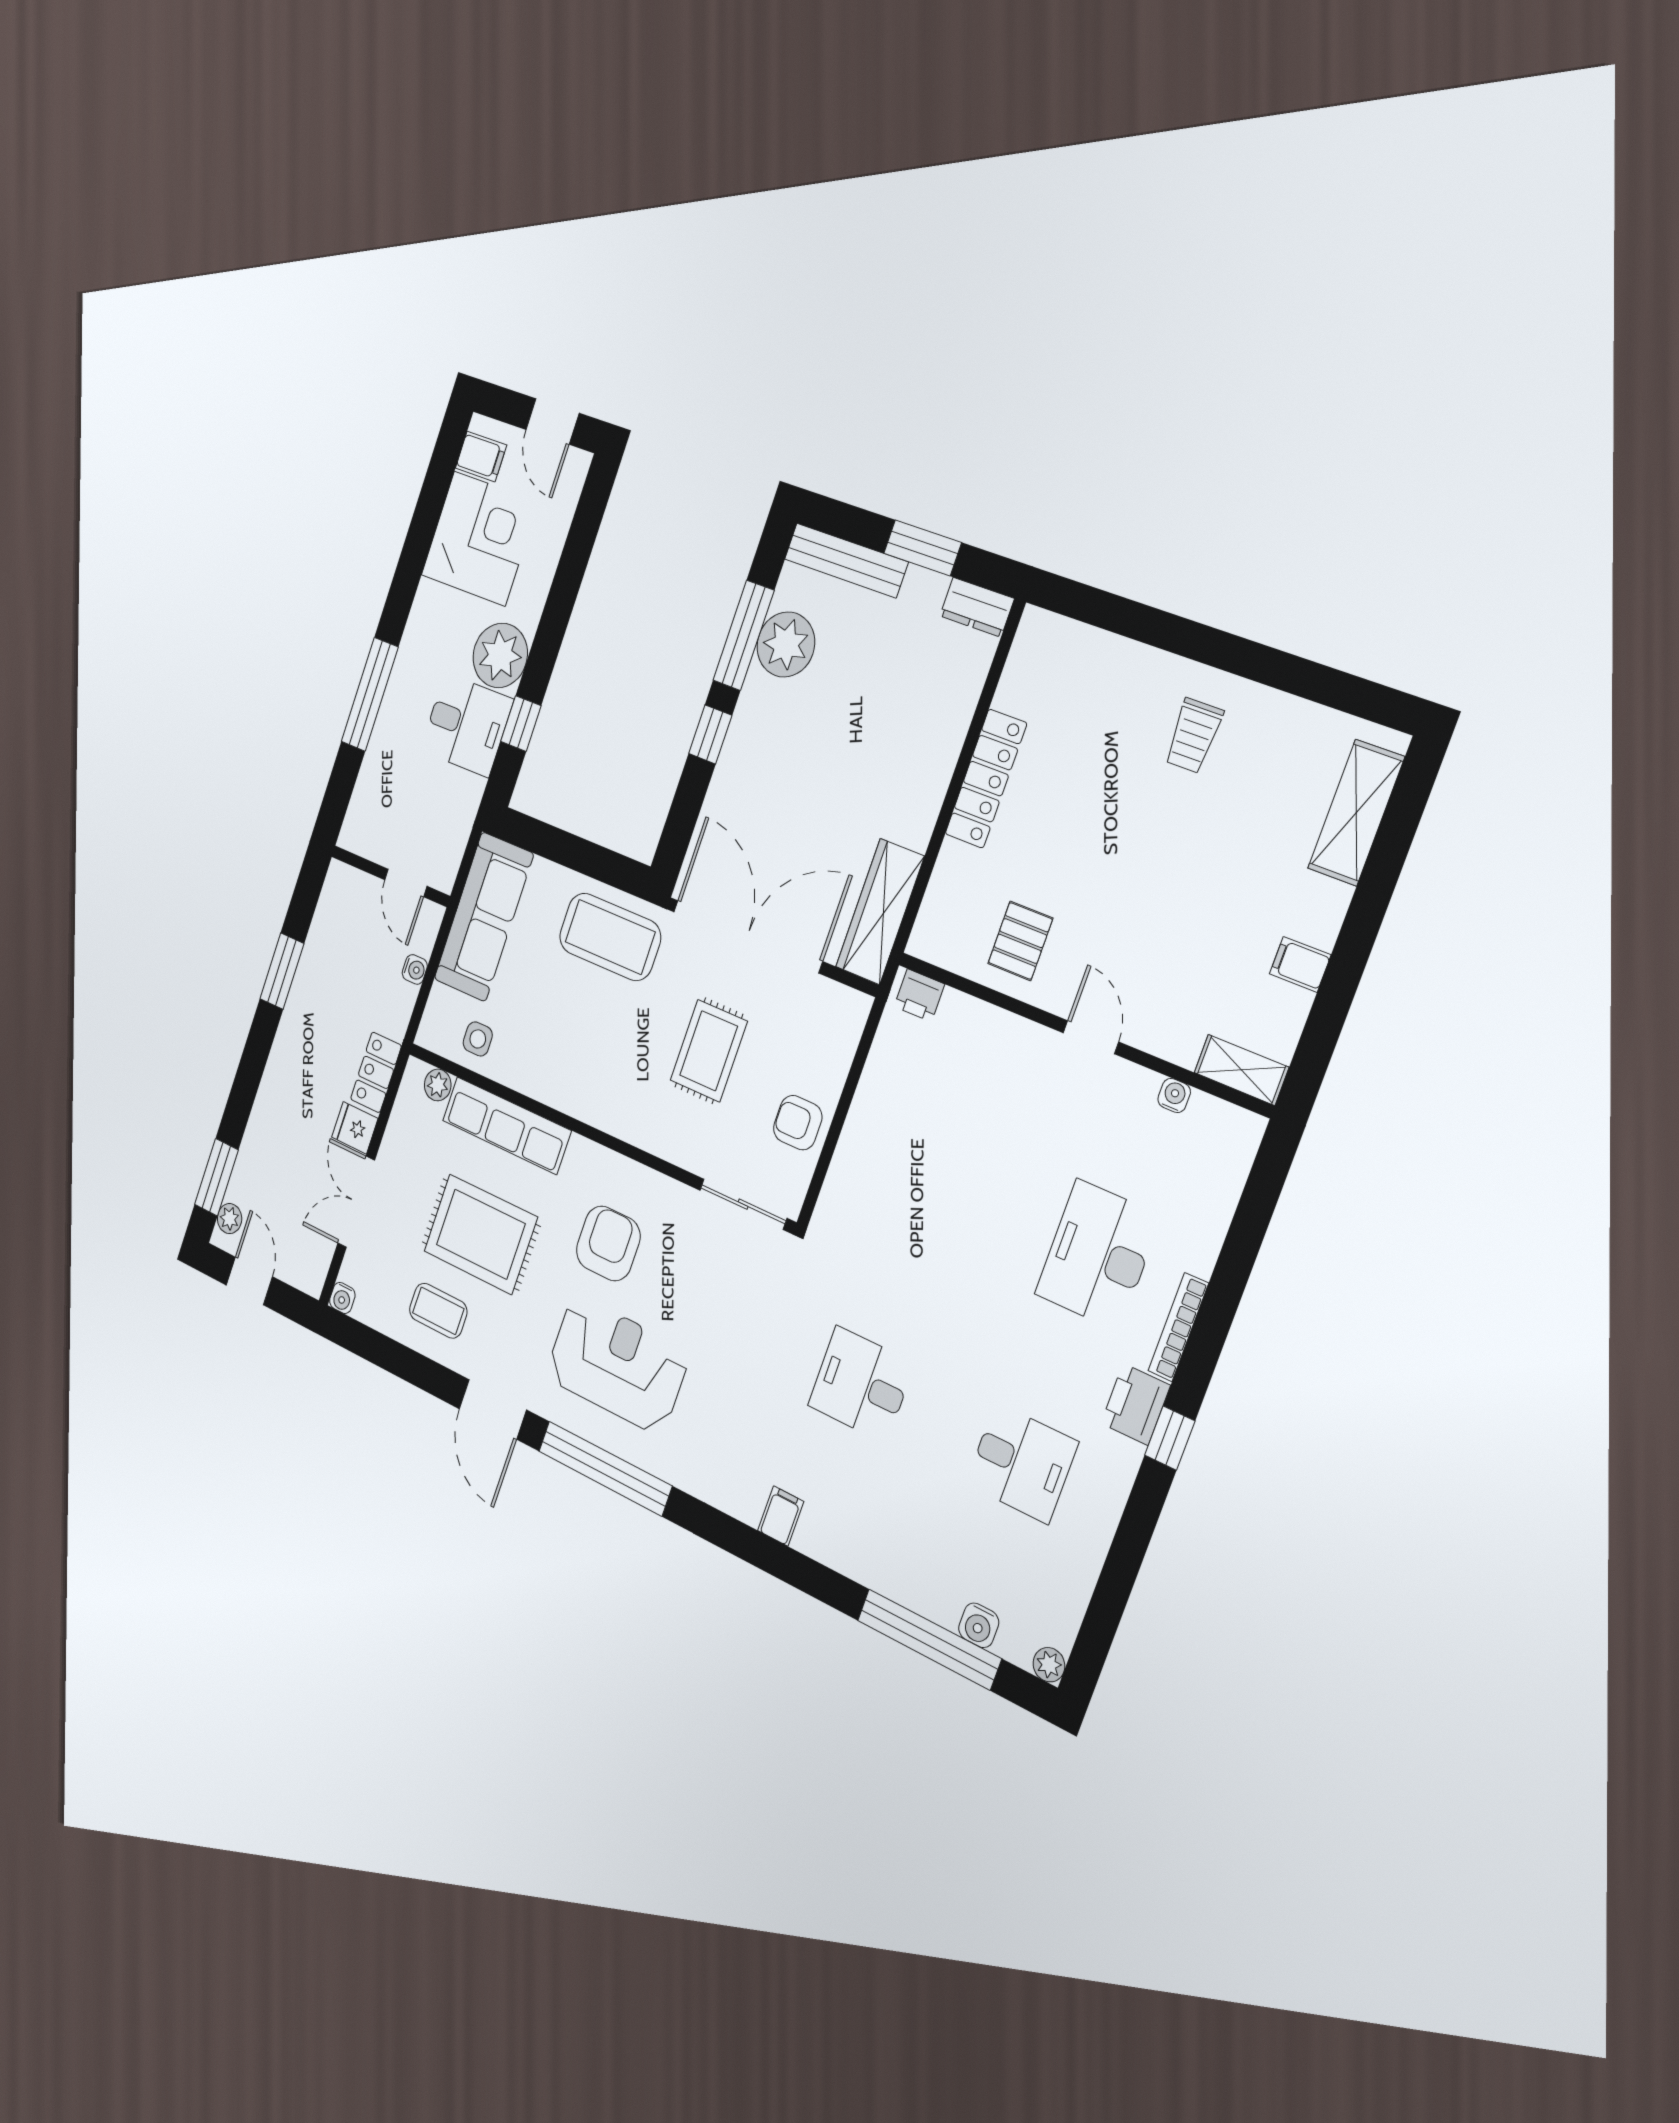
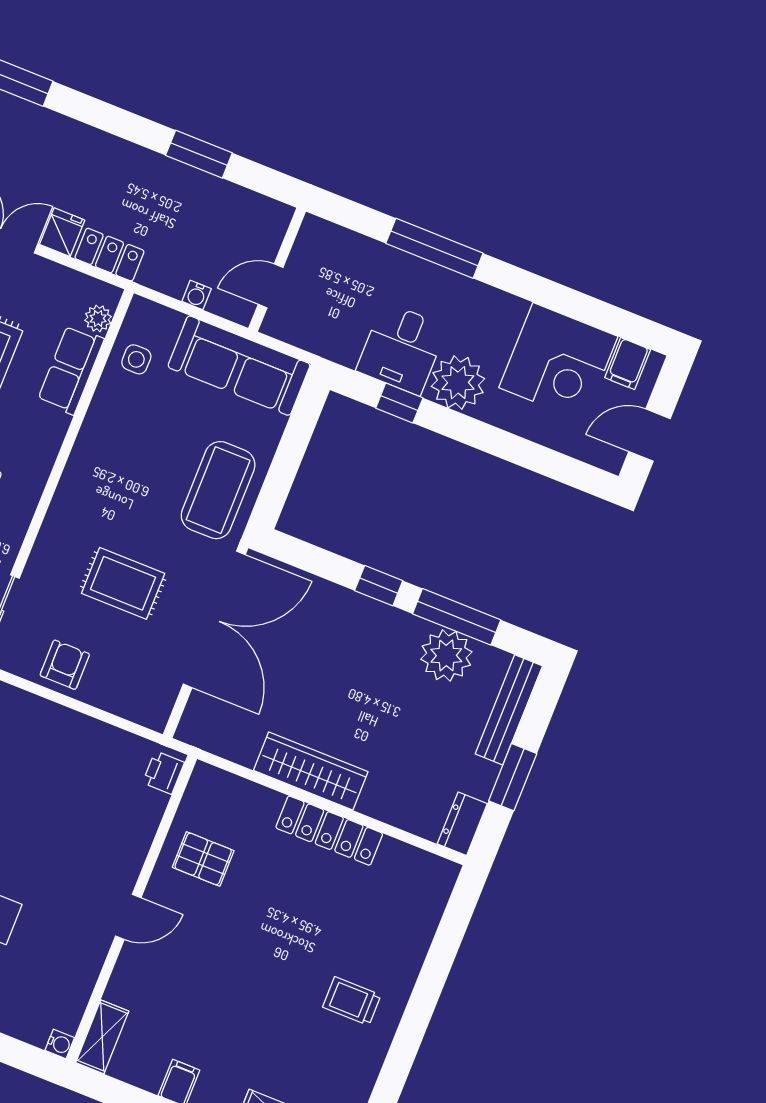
wardrobe: (880, 912) -> (311, 771), moved
water cooler: (1174, 1096) -> (60, 1044), moved
row of seats: (506, 1126) -> (71, 370), width x0.68

